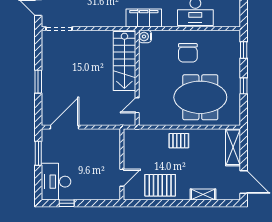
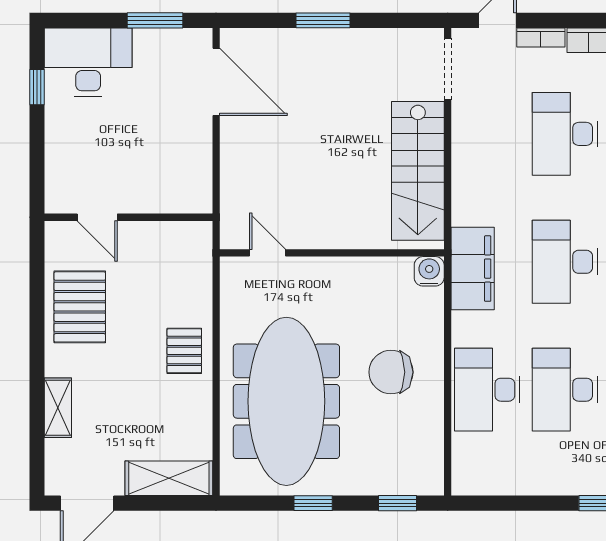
stairs: (124, 61) -> (418, 171), moved, turned -90
meeting table: (200, 97) -> (286, 401), width x1.36

